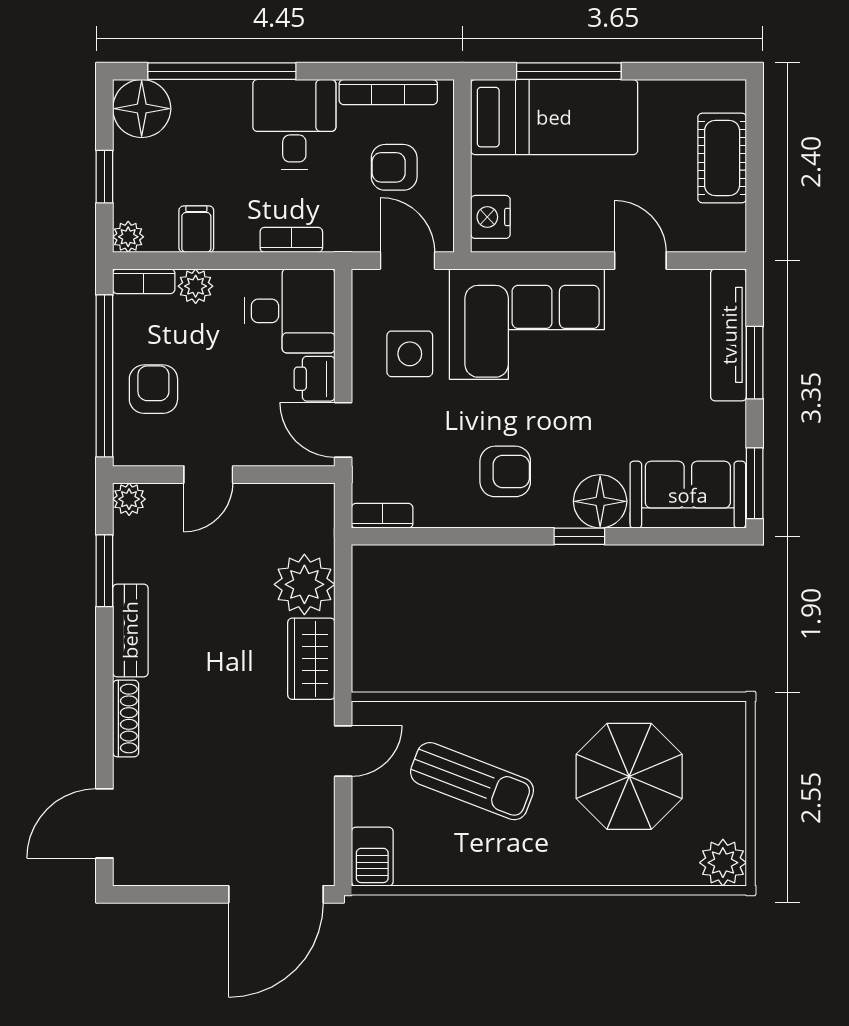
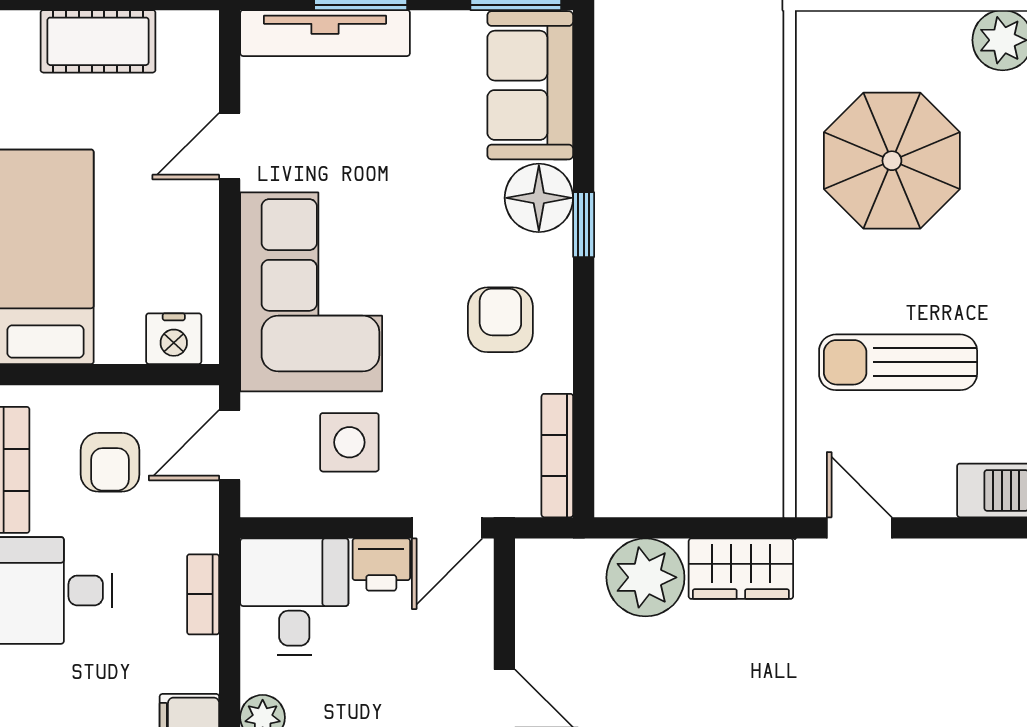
bookcase: (382, 516) -> (557, 456), width x1.56
sun lounger: (472, 781) -> (898, 362), turned -111

